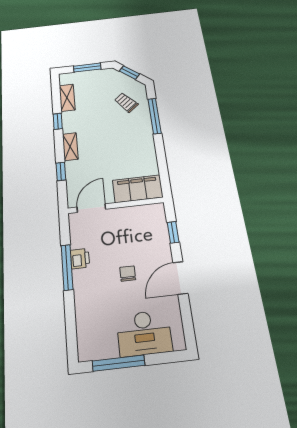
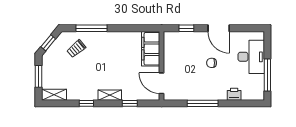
shelving: (67, 98) -> (54, 95), moved
printer: (80, 259) -> (234, 94), moved

